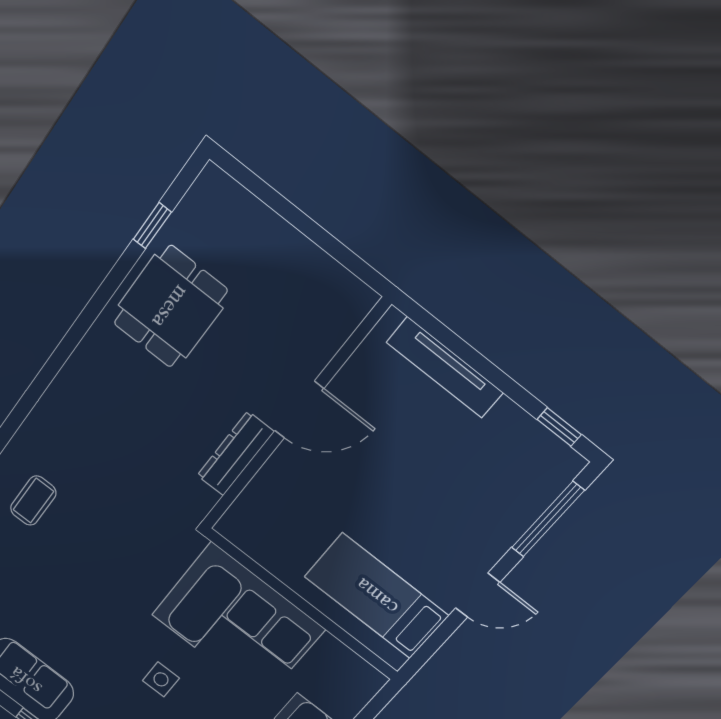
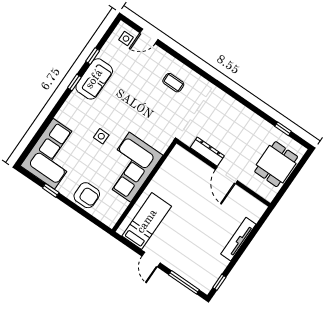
dining table: (170, 307) -> (276, 164), moved, turned 90
door: (299, 410) -> (226, 175), moved
wall: (294, 417) -> (223, 173), moved
dresser: (235, 454) -> (207, 152), moved

